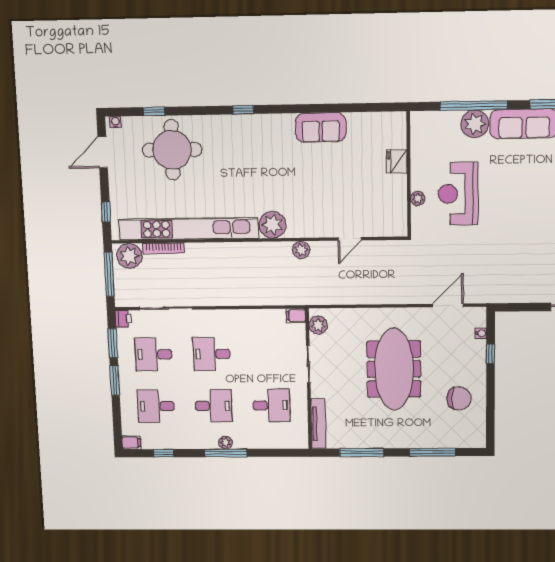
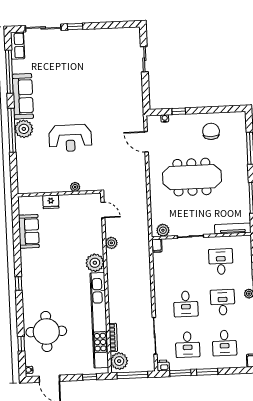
fridge: (397, 161) -> (51, 202), moved
wall: (409, 174) -> (59, 194), moved
plant: (418, 198) -> (75, 187), moved

